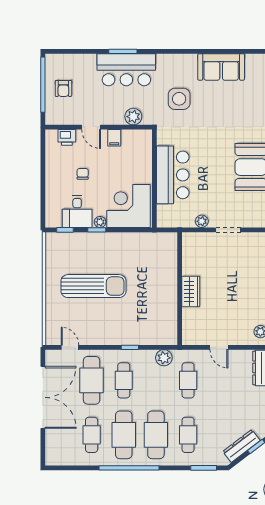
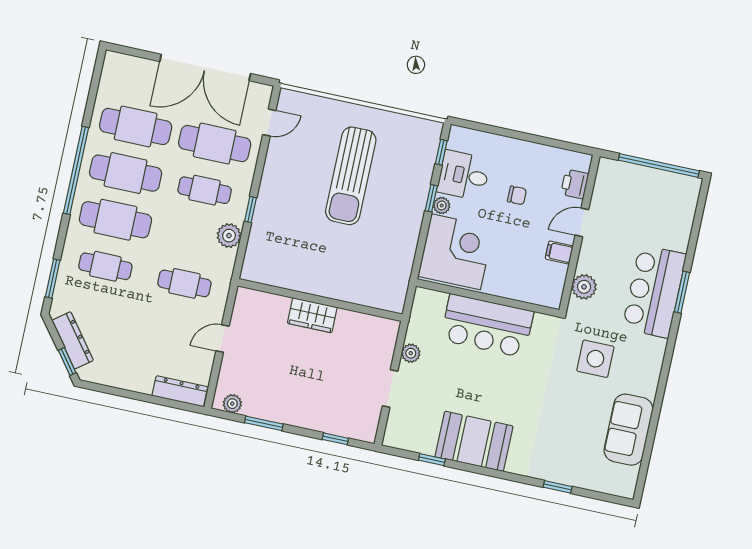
armchair: (63, 88) -> (647, 194), removed
plant: (164, 358) -> (229, 236), moved
cafe table: (92, 435) -> (136, 126), width x1.37, depth x1.35

